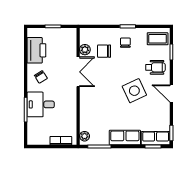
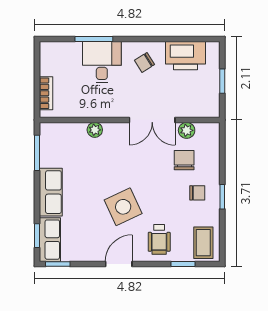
plant: (85, 136) -> (95, 130), moved

